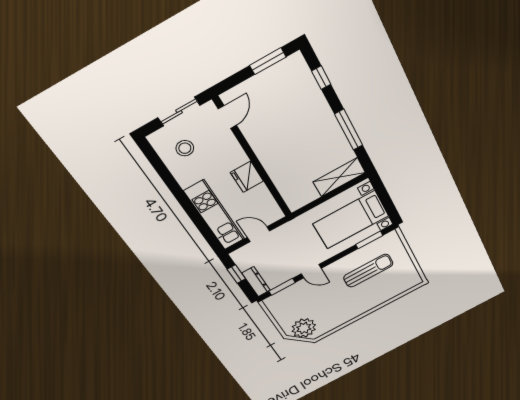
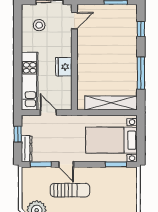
shelving: (339, 177) -> (111, 103), width x1.47
sun lounger: (368, 271) -> (70, 190), moved

